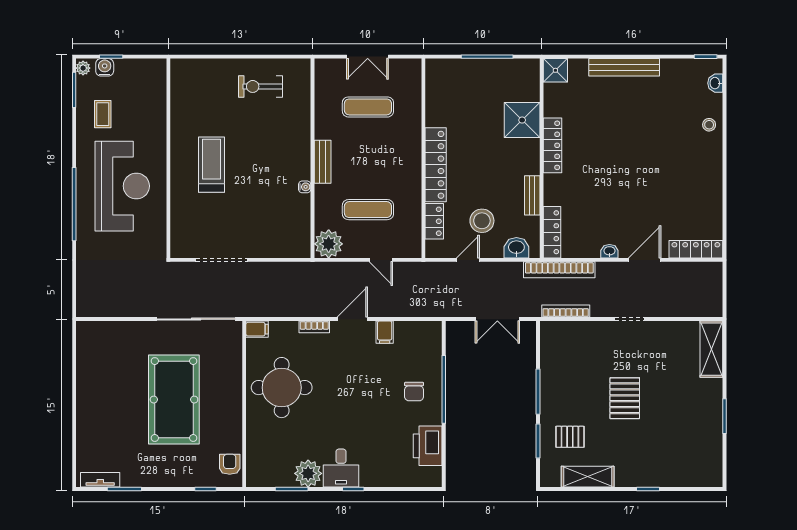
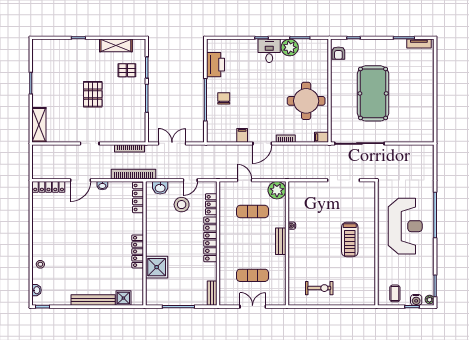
shower: (555, 70) -> (123, 298), moved
coffee table: (103, 114) -> (395, 293), moved
reception desk: (122, 186) -> (405, 226), turned 180
bench: (532, 195) -> (212, 293), moved

